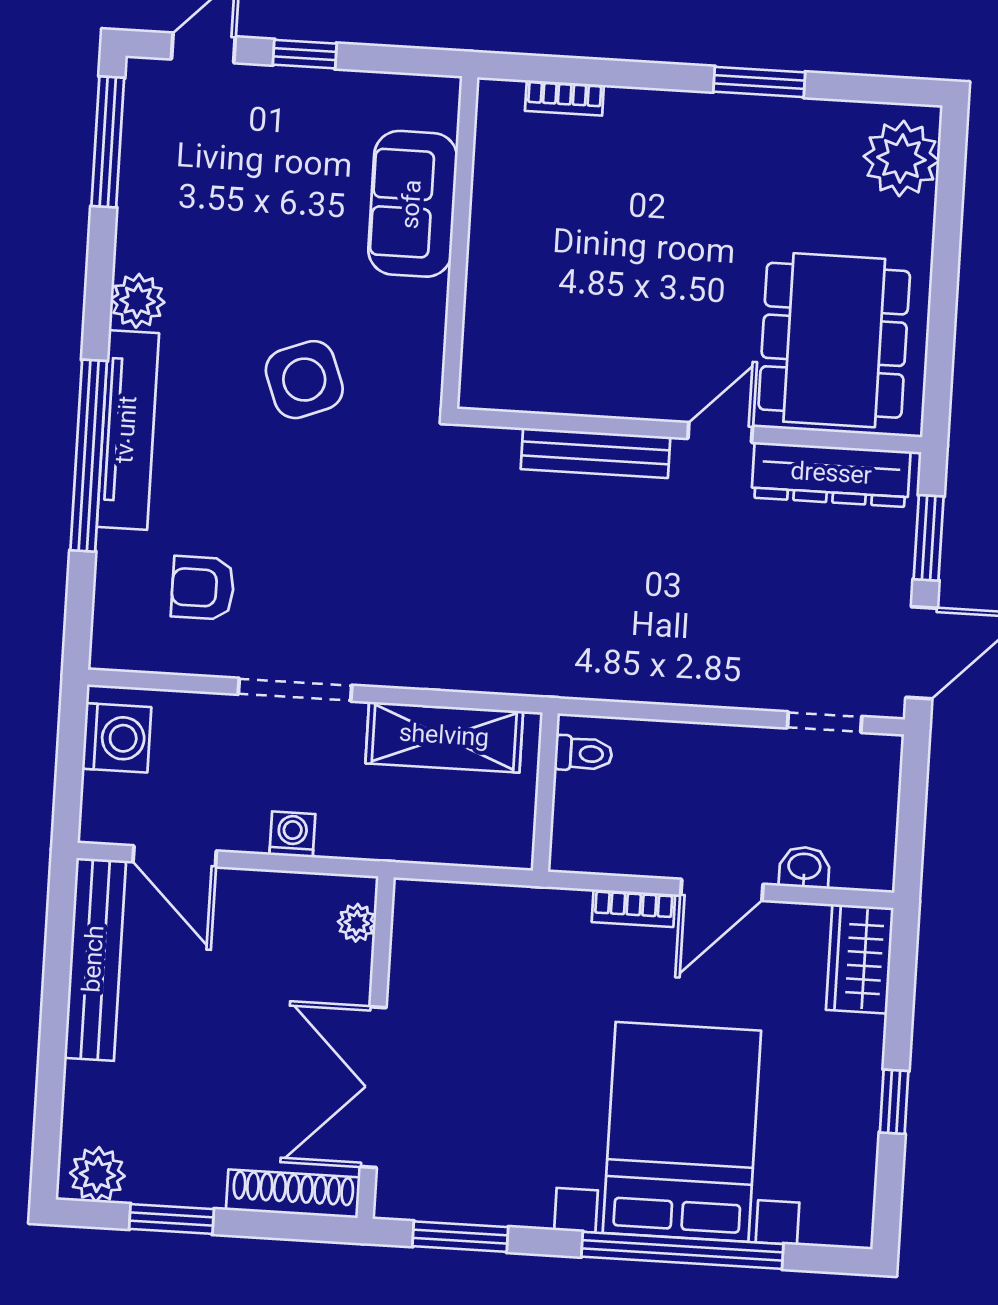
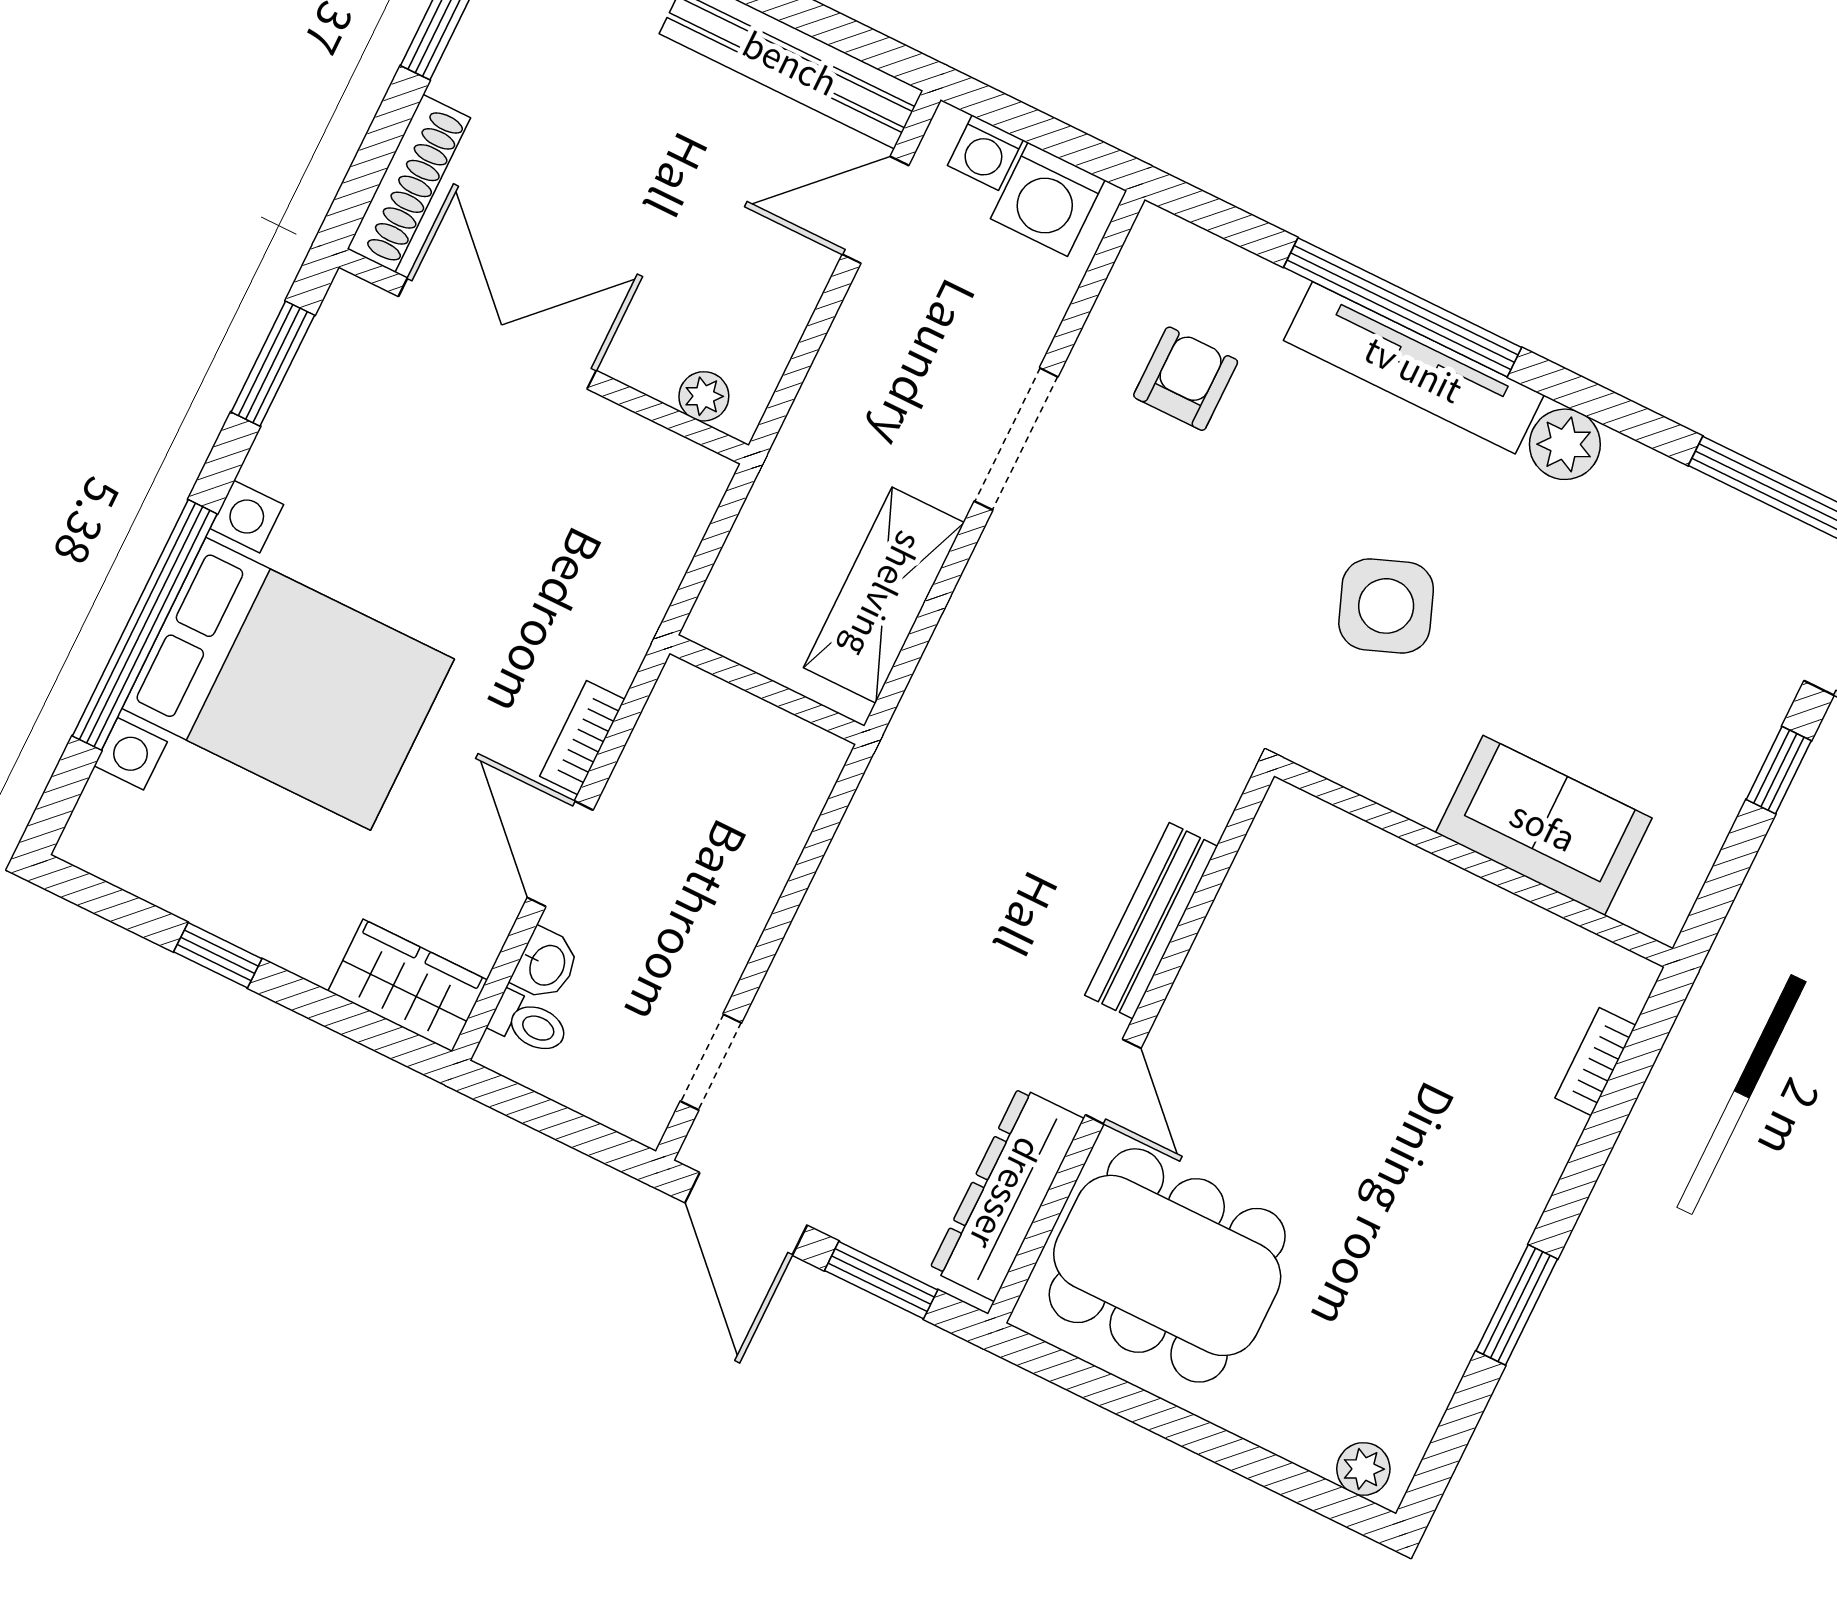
plant: (901, 159) -> (1363, 1469), width x0.53, depth x0.53
toilet: (583, 754) -> (529, 1024), moved, turned -90
washing machine: (292, 834) -> (985, 153), moved, turned 90

